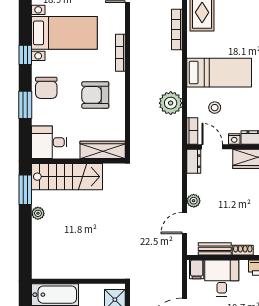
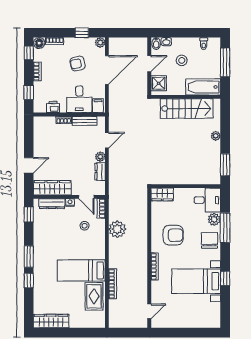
window: (25, 55) -> (225, 278), moved
bed: (219, 73) -> (81, 270), moved
window: (25, 105) -> (225, 228), width x1.44
plant: (40, 116) -> (214, 219), added
wardrobe: (103, 150) -> (162, 194), width x0.67
dresser: (194, 161) -> (100, 172), moved
stairs: (67, 177) -> (187, 109), moved, turned 180
plant: (38, 213) -> (216, 136), moved

